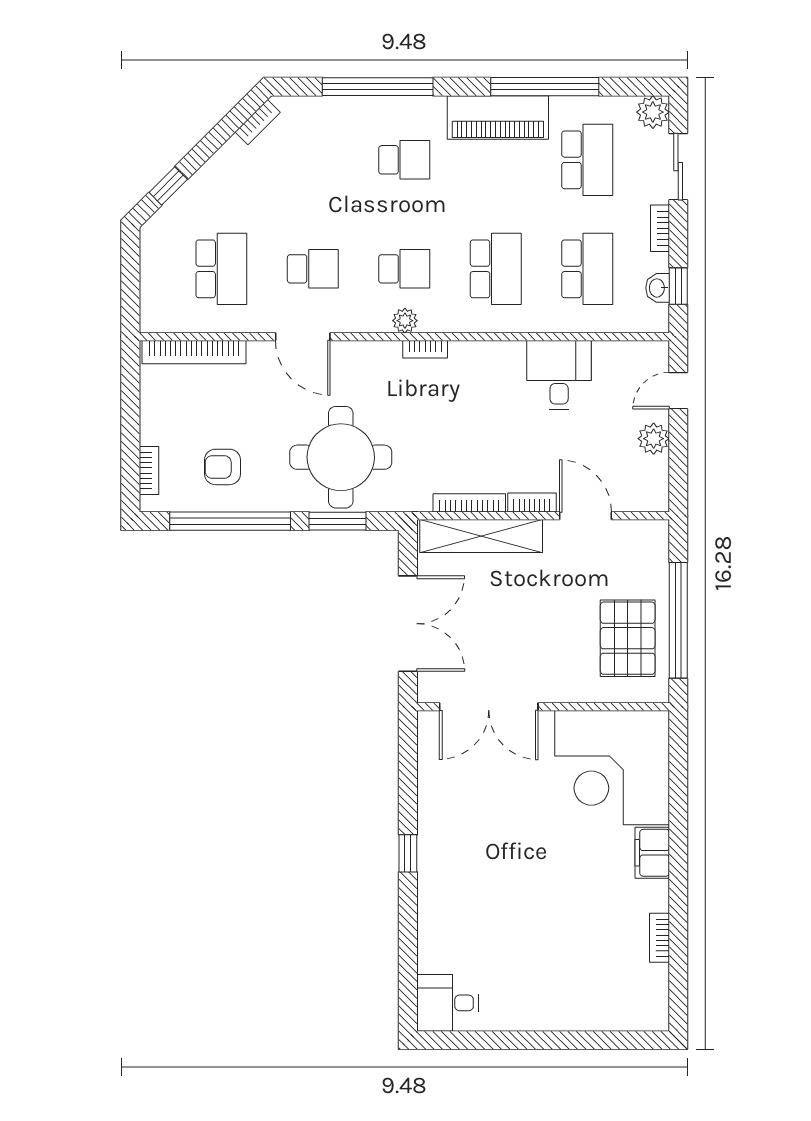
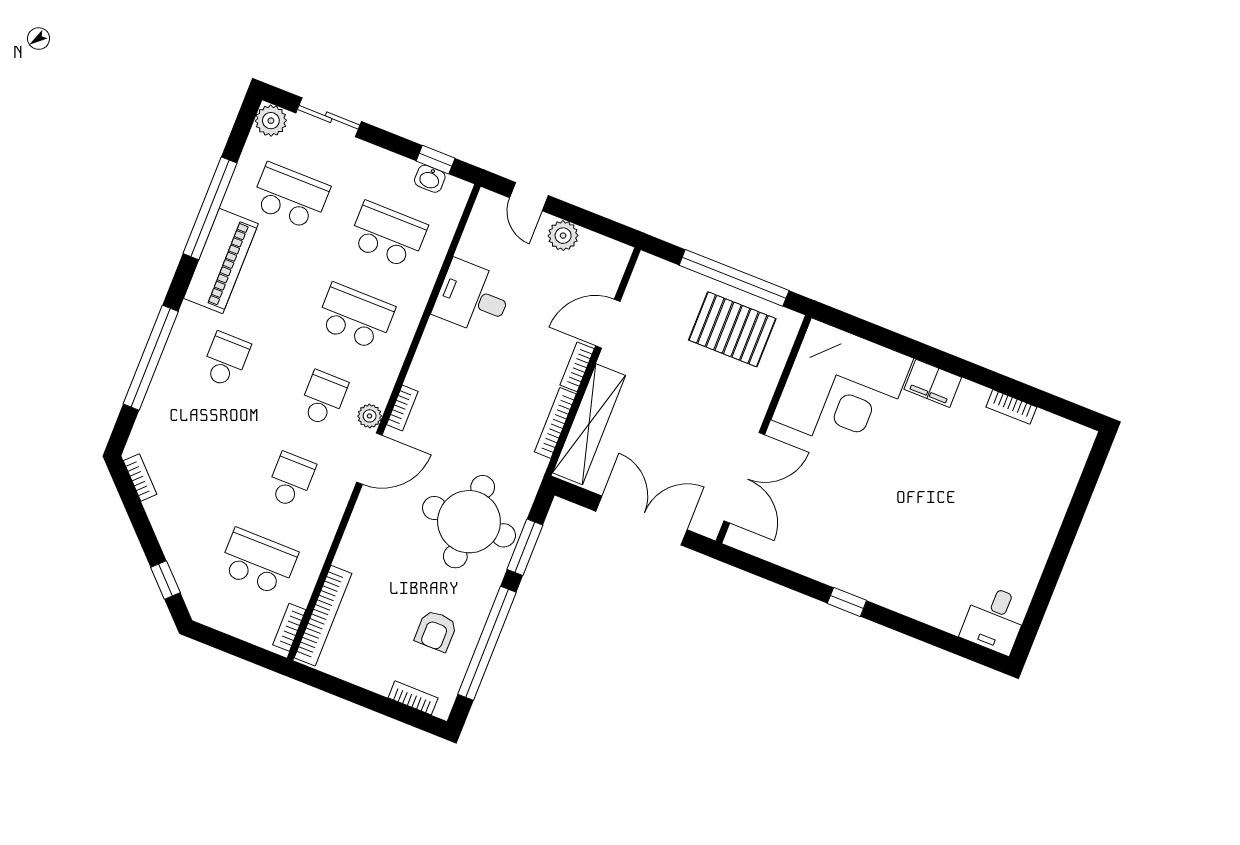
bookcase: (660, 228) -> (289, 627), moved, turned 90
door: (303, 337) -> (369, 459), moved

